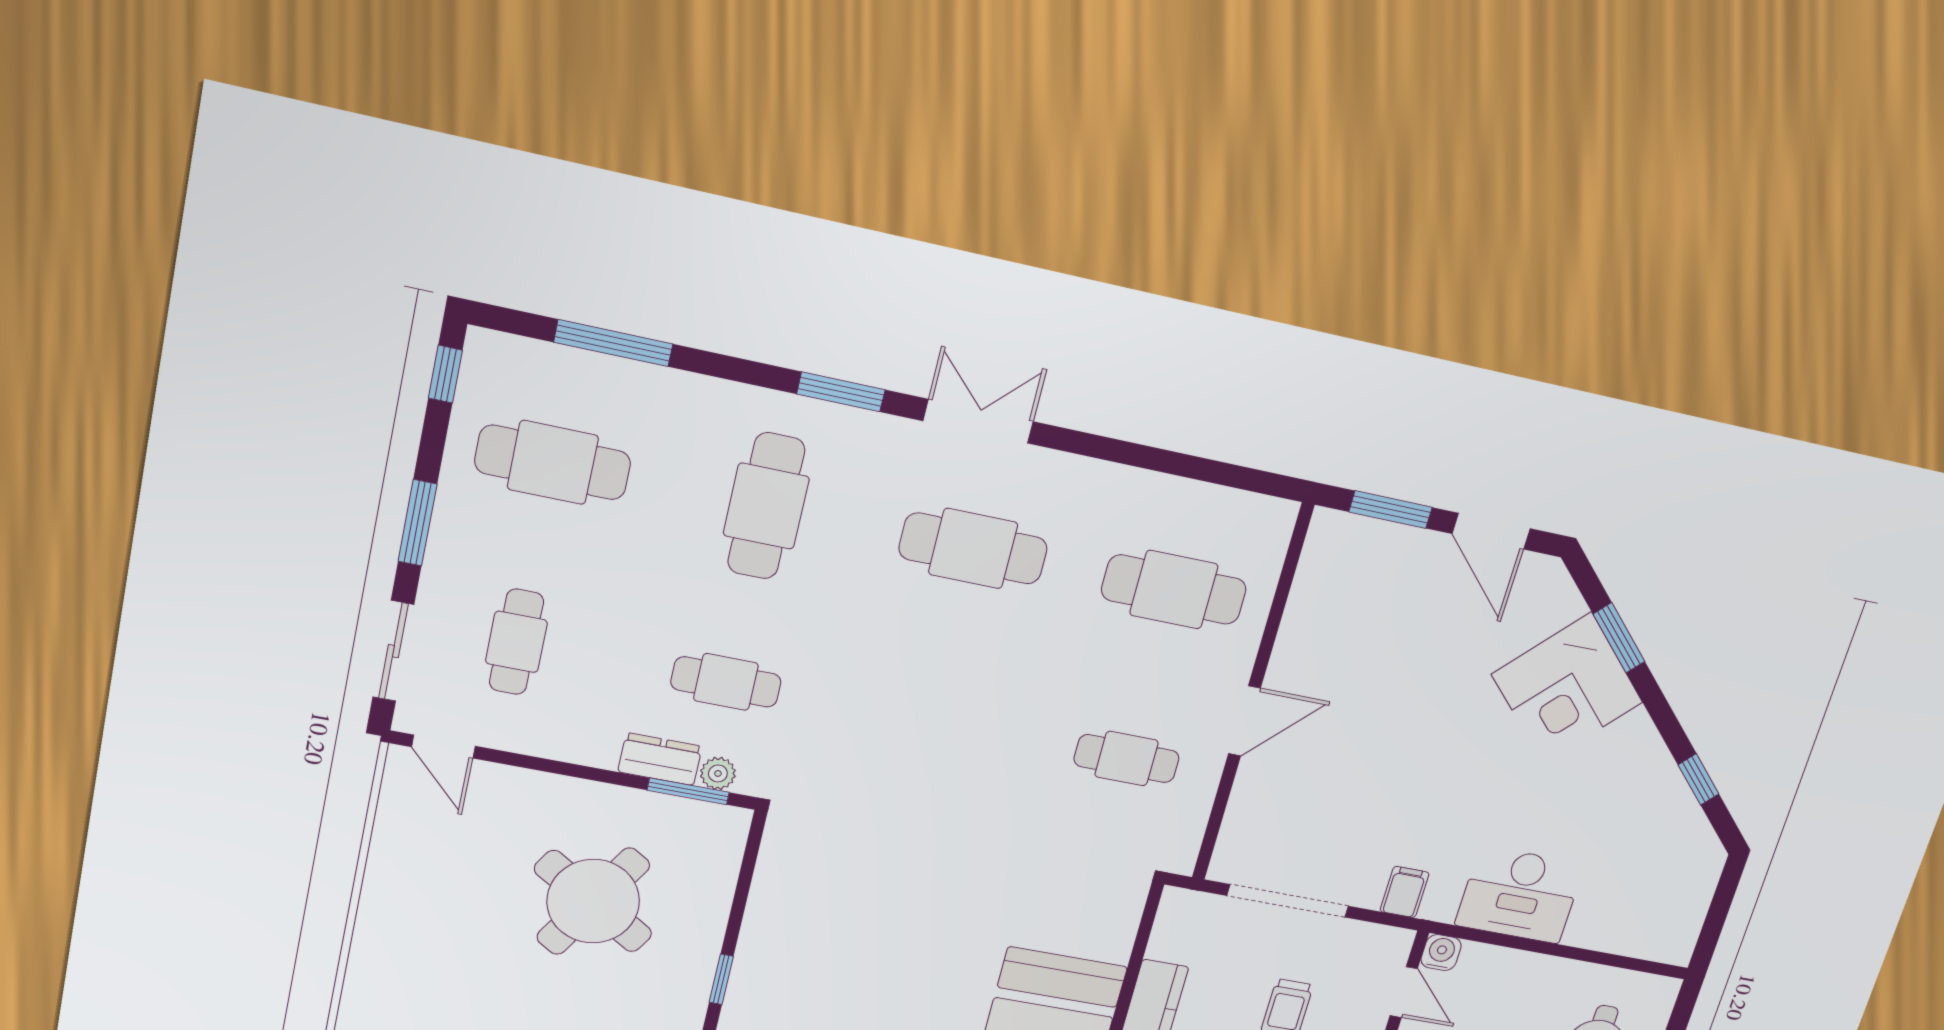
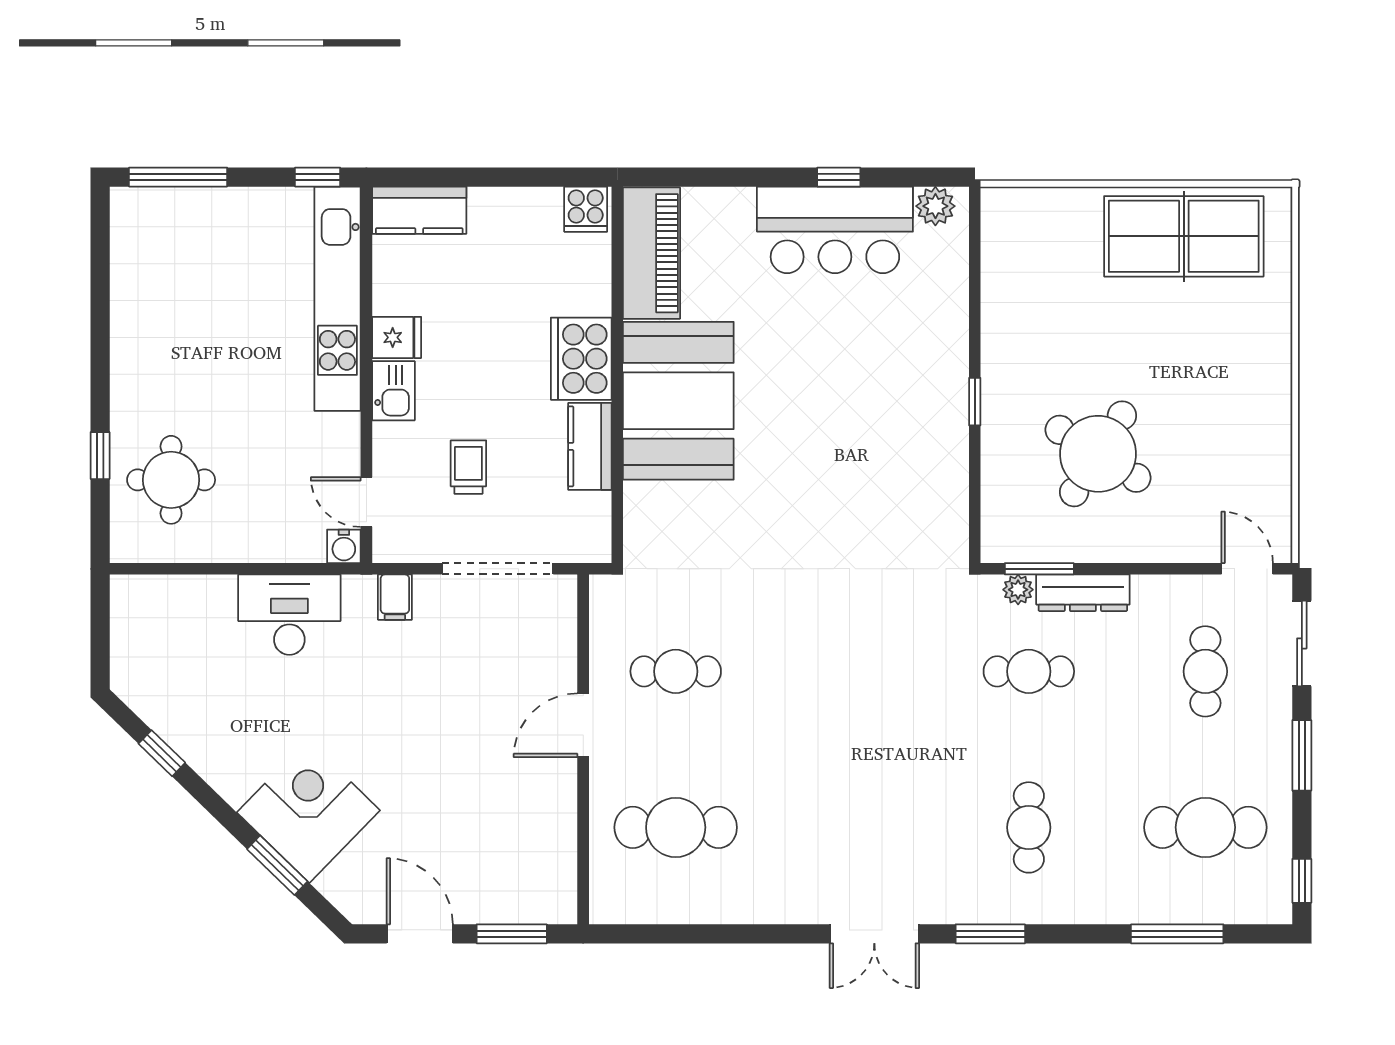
cafe table: (766, 506) -> (1029, 827), width x0.73, depth x0.74
cafe table: (973, 548) -> (852, 827), removed
dresser: (660, 759) -> (1083, 593), width x1.44

